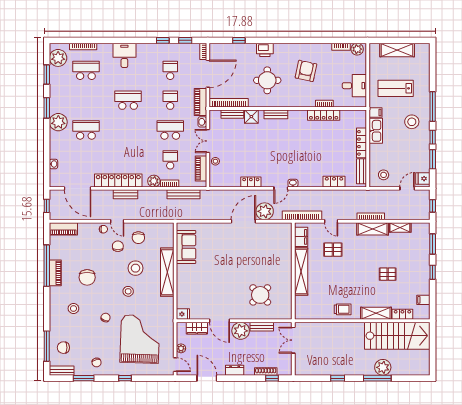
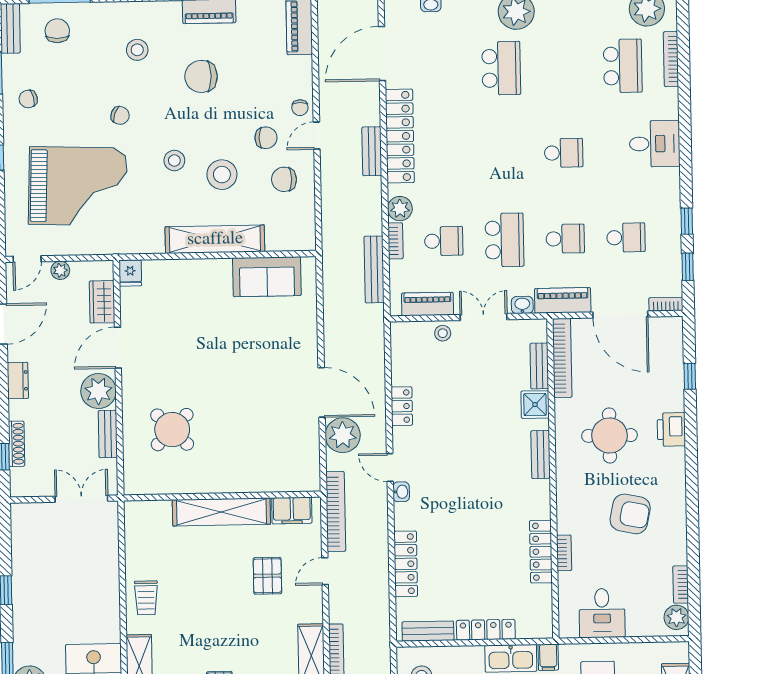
school desk: (128, 100) -> (564, 153), width x0.54
locker: (334, 182) -> (406, 564), width x1.53

